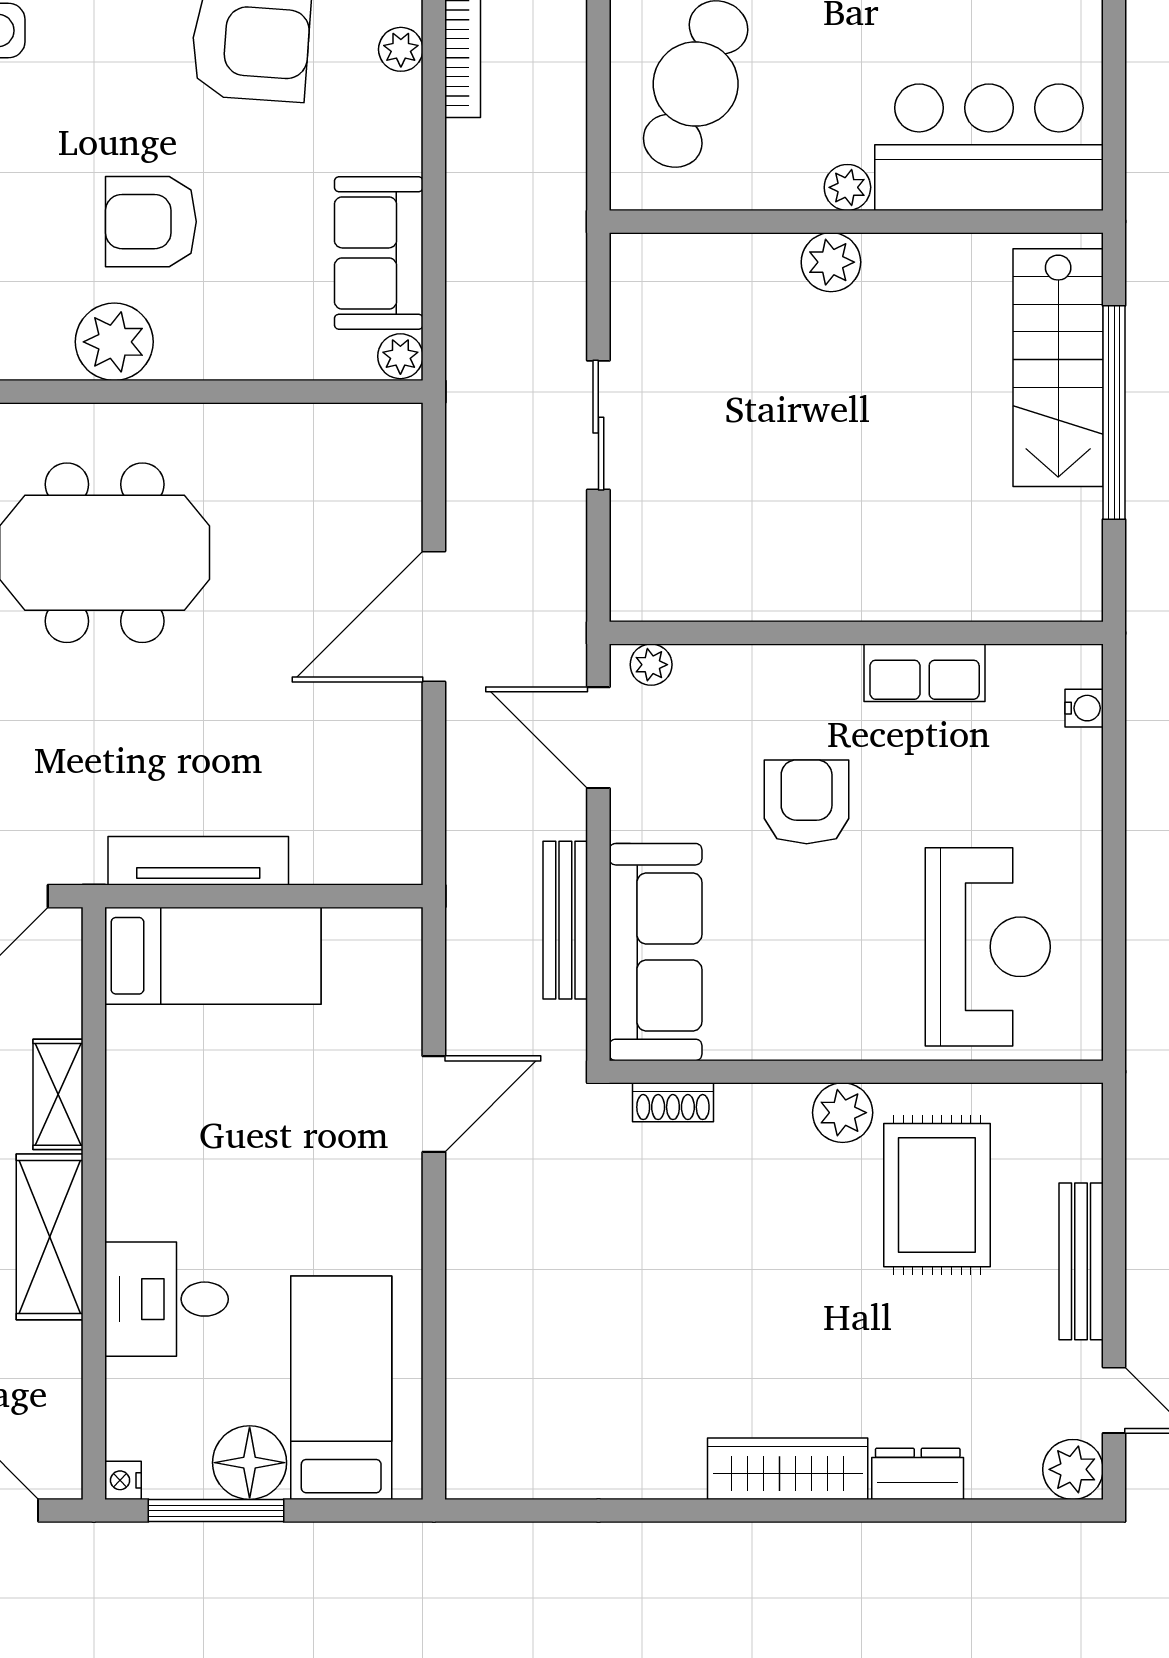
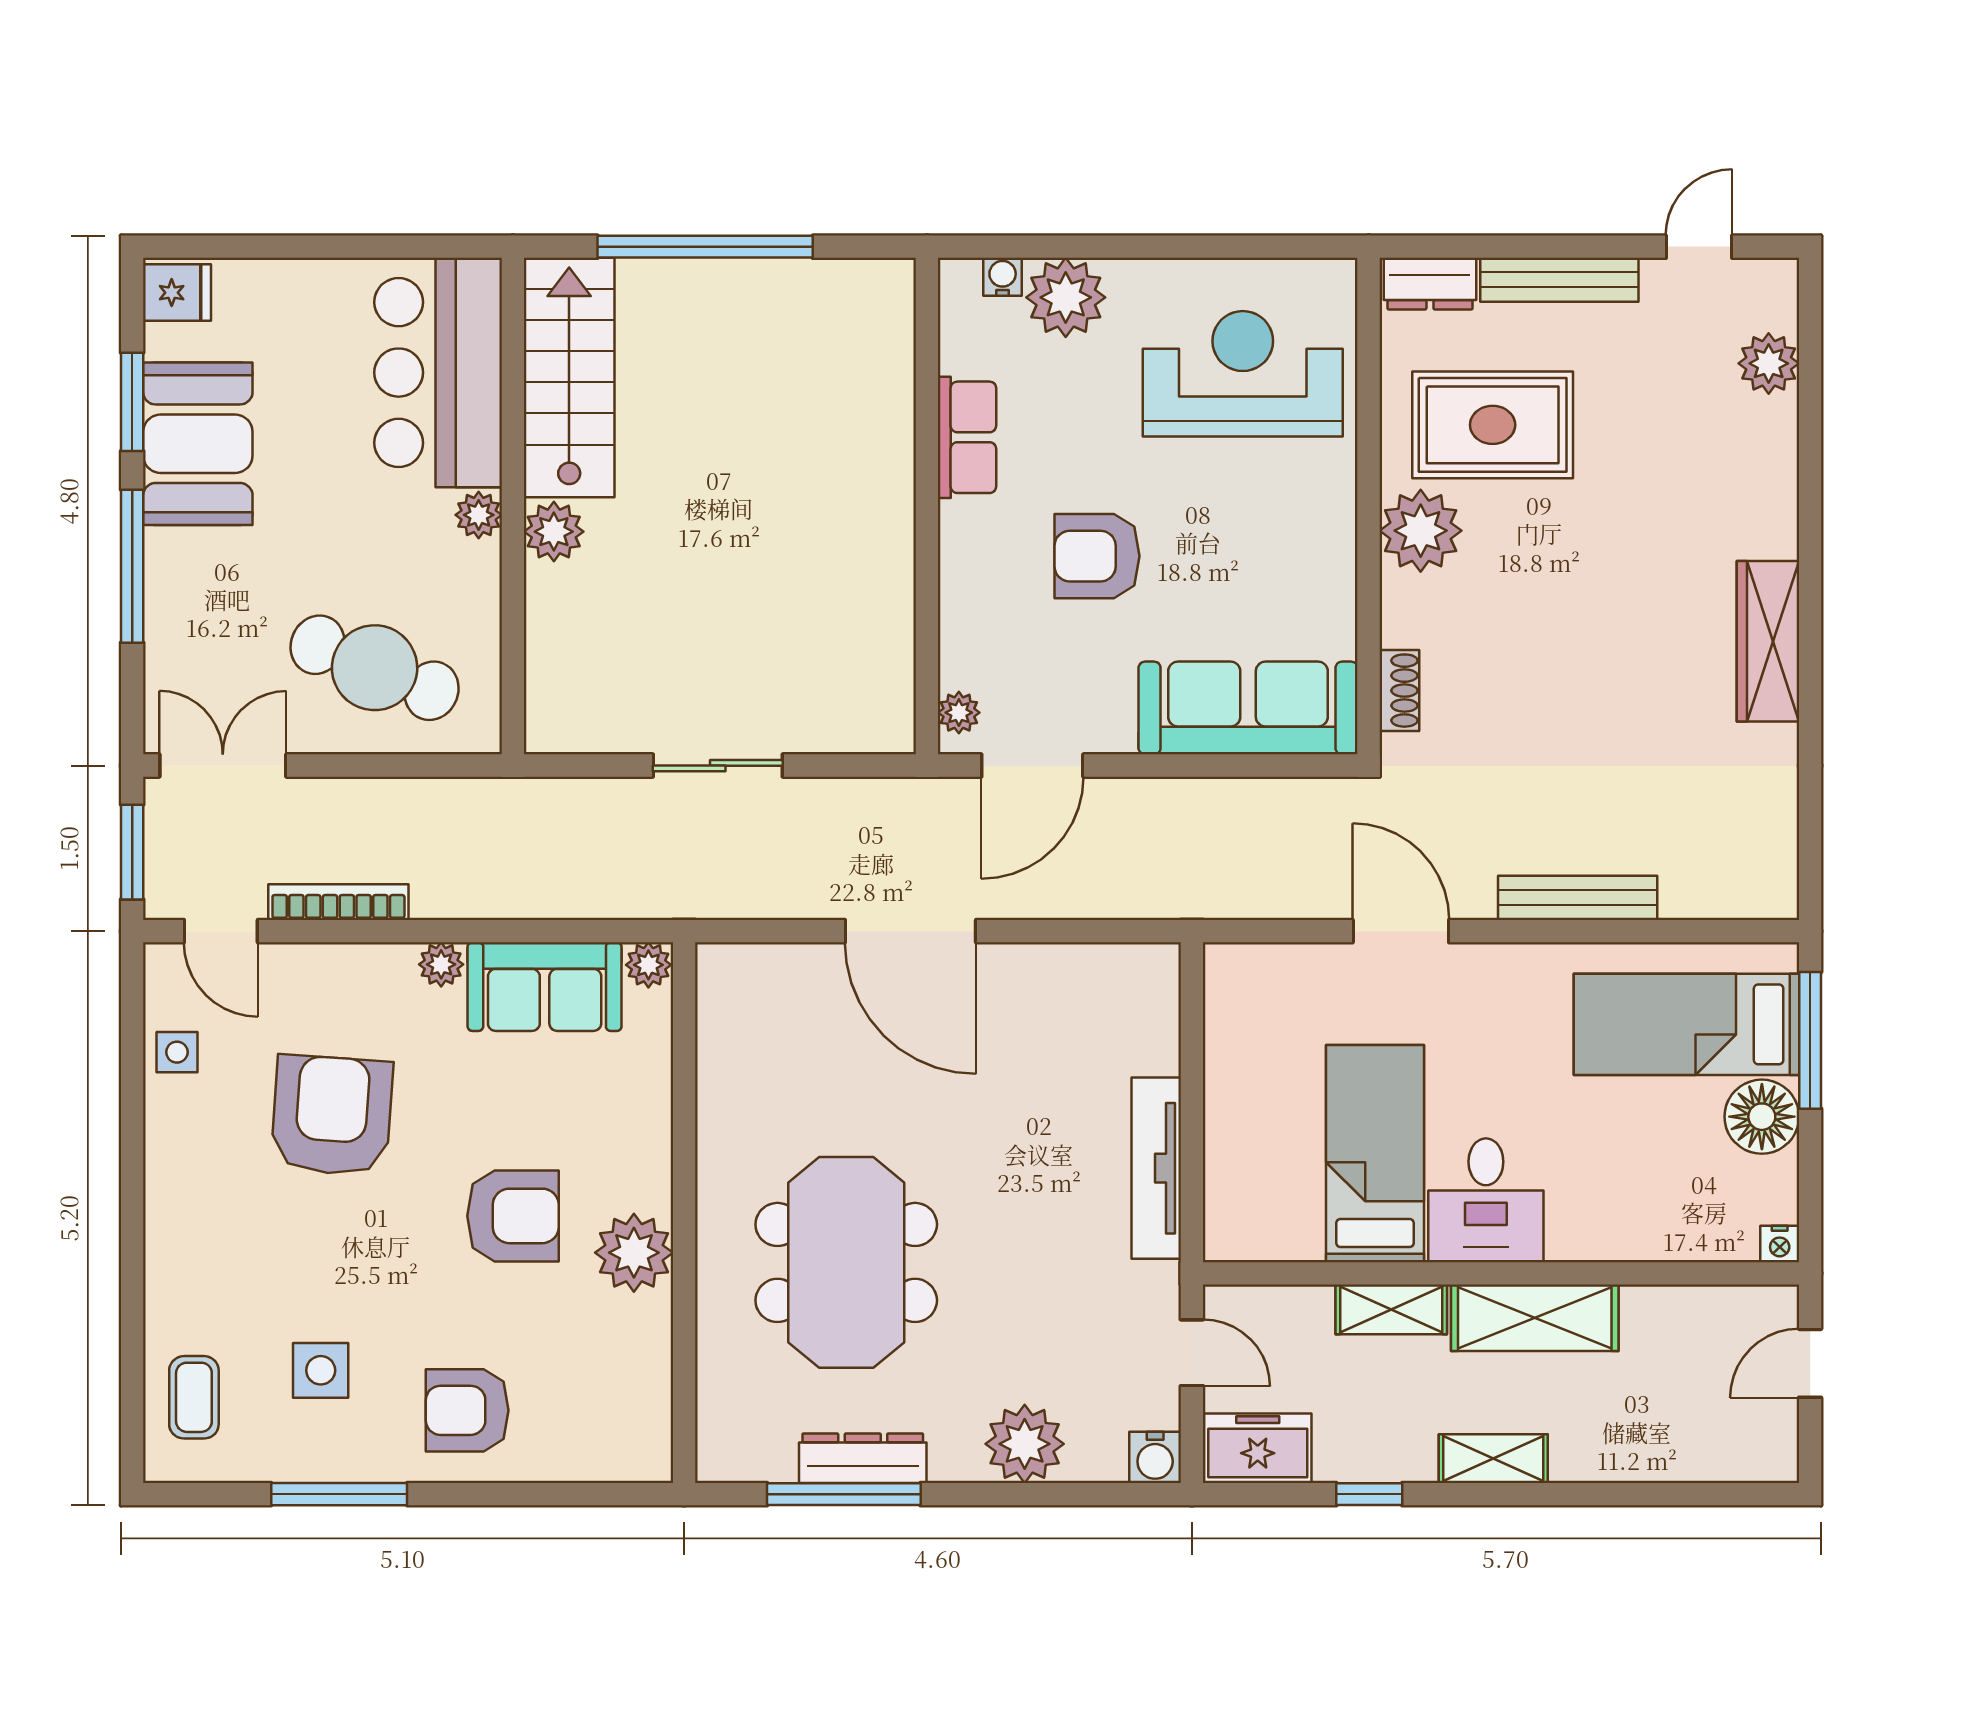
plant: (401, 49) -> (441, 964), moved
armchair: (151, 222) -> (513, 1216), turned -90
stairs: (1058, 368) -> (569, 378), moved, turned -90
plant: (1064, 771) -> (1066, 297), added
bench: (565, 920) -> (1578, 898), moved
bed: (213, 956) -> (1375, 1154), moved
plant: (843, 1113) -> (1421, 531), width x1.36, depth x1.36
desk: (166, 1299) -> (1486, 1200), moved
wardrobe: (788, 1469) -> (1768, 641), moved
plant: (1073, 1469) -> (1769, 363), moved
dresser: (918, 1474) -> (1430, 284), moved, turned -90
window: (216, 1511) -> (1810, 1040), moved

